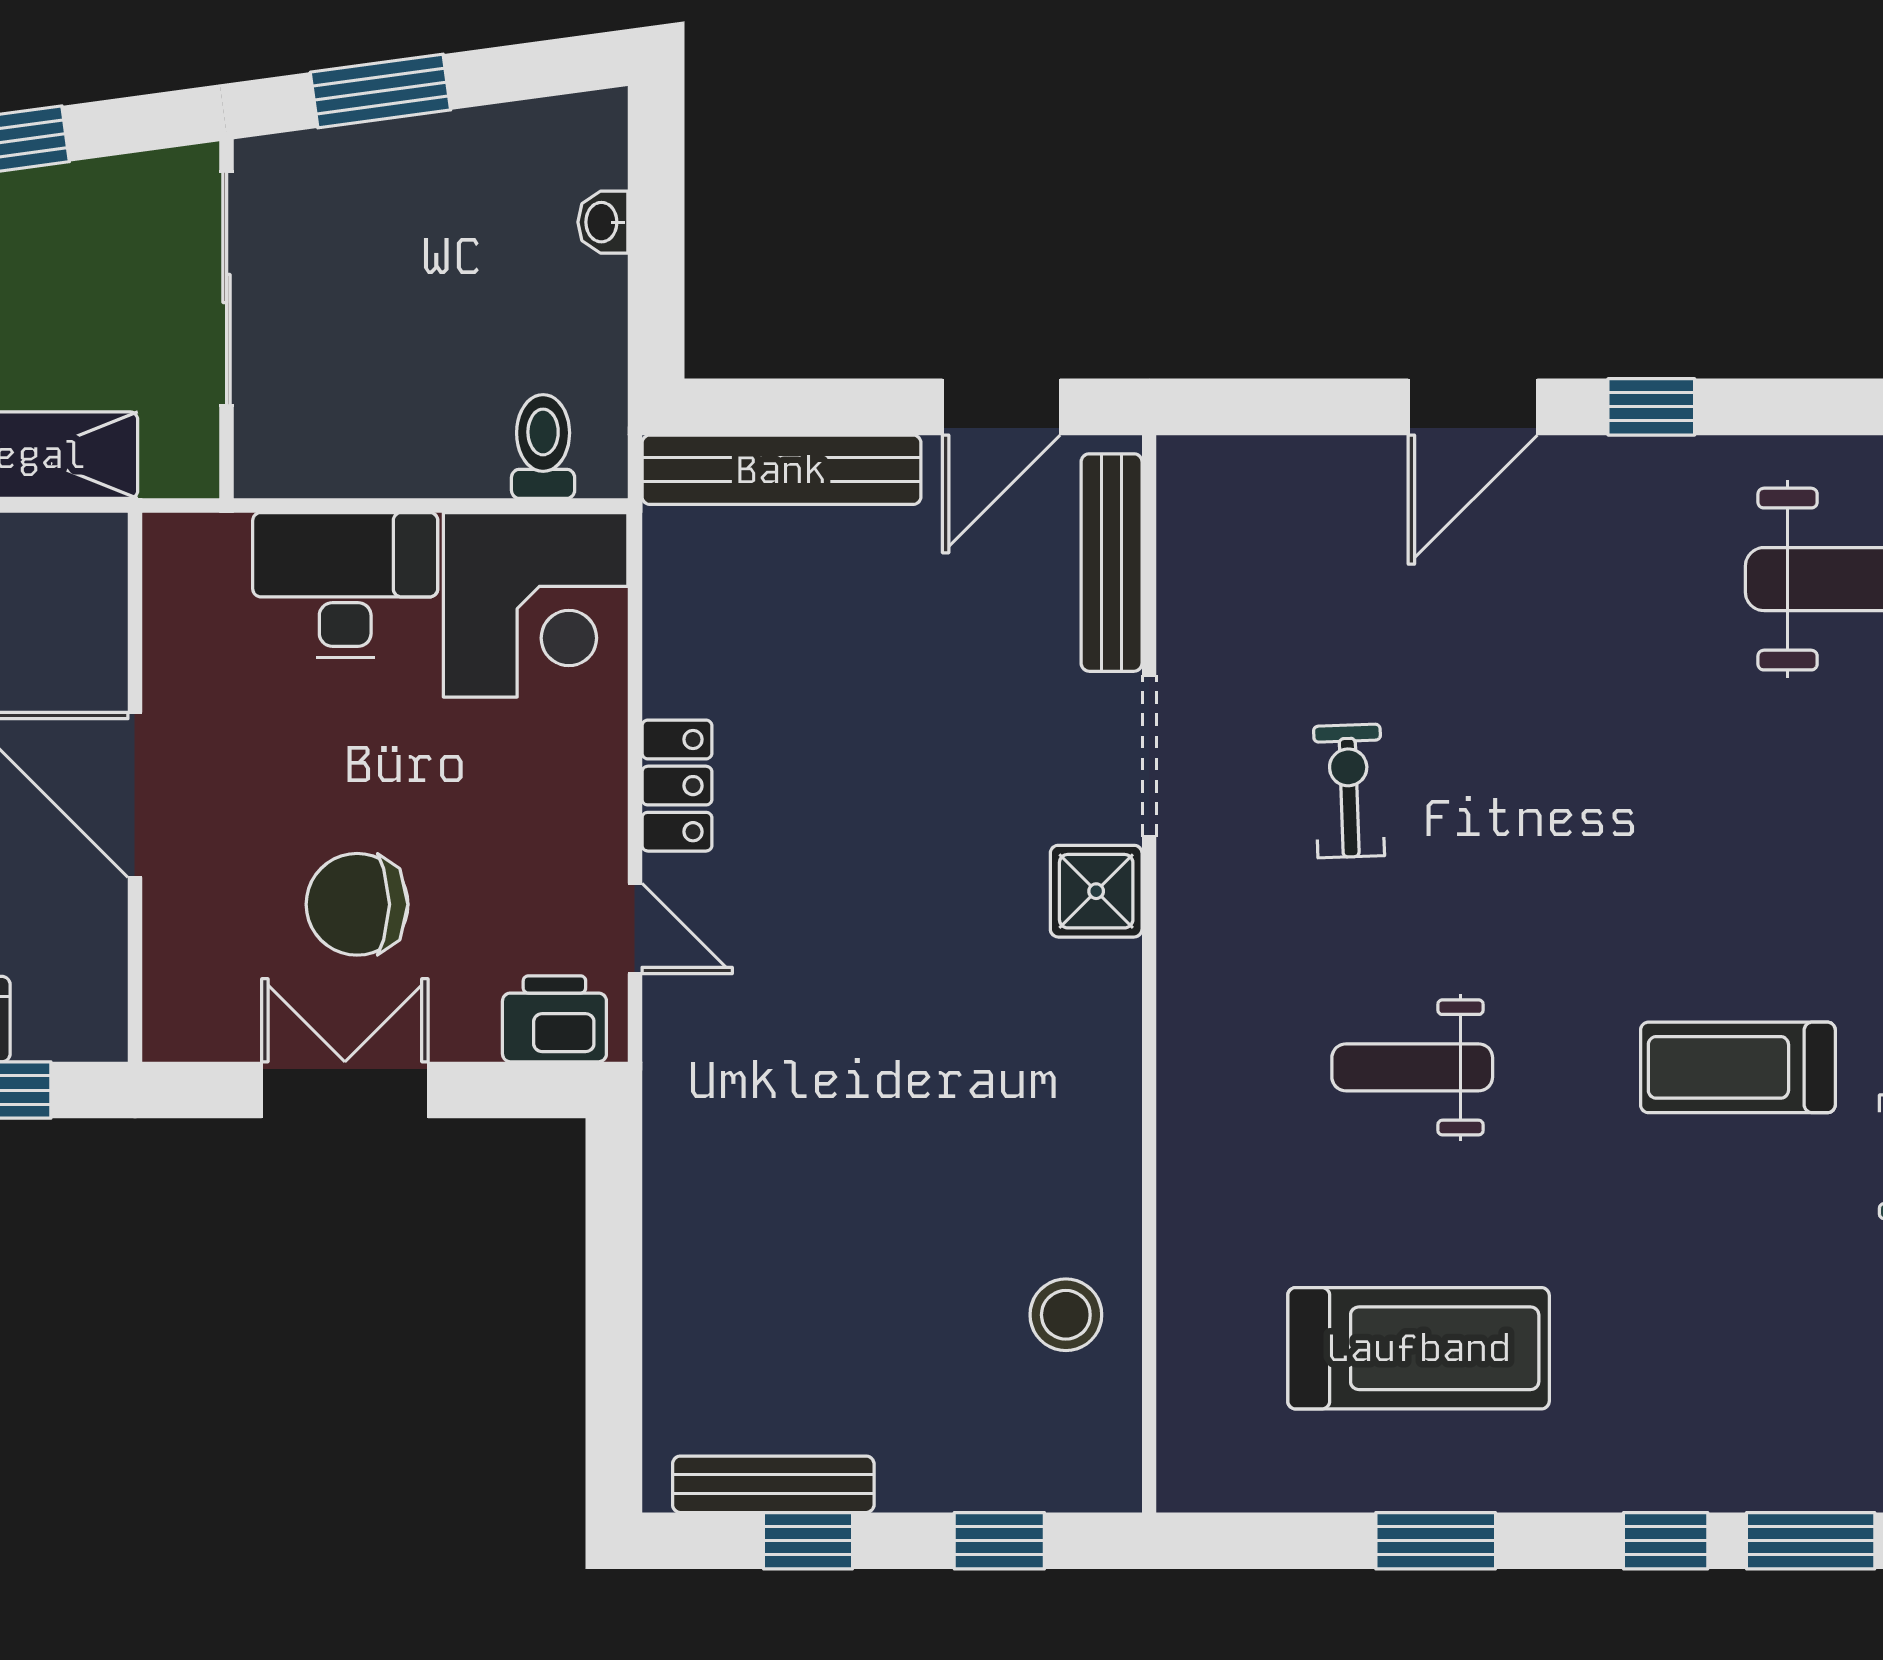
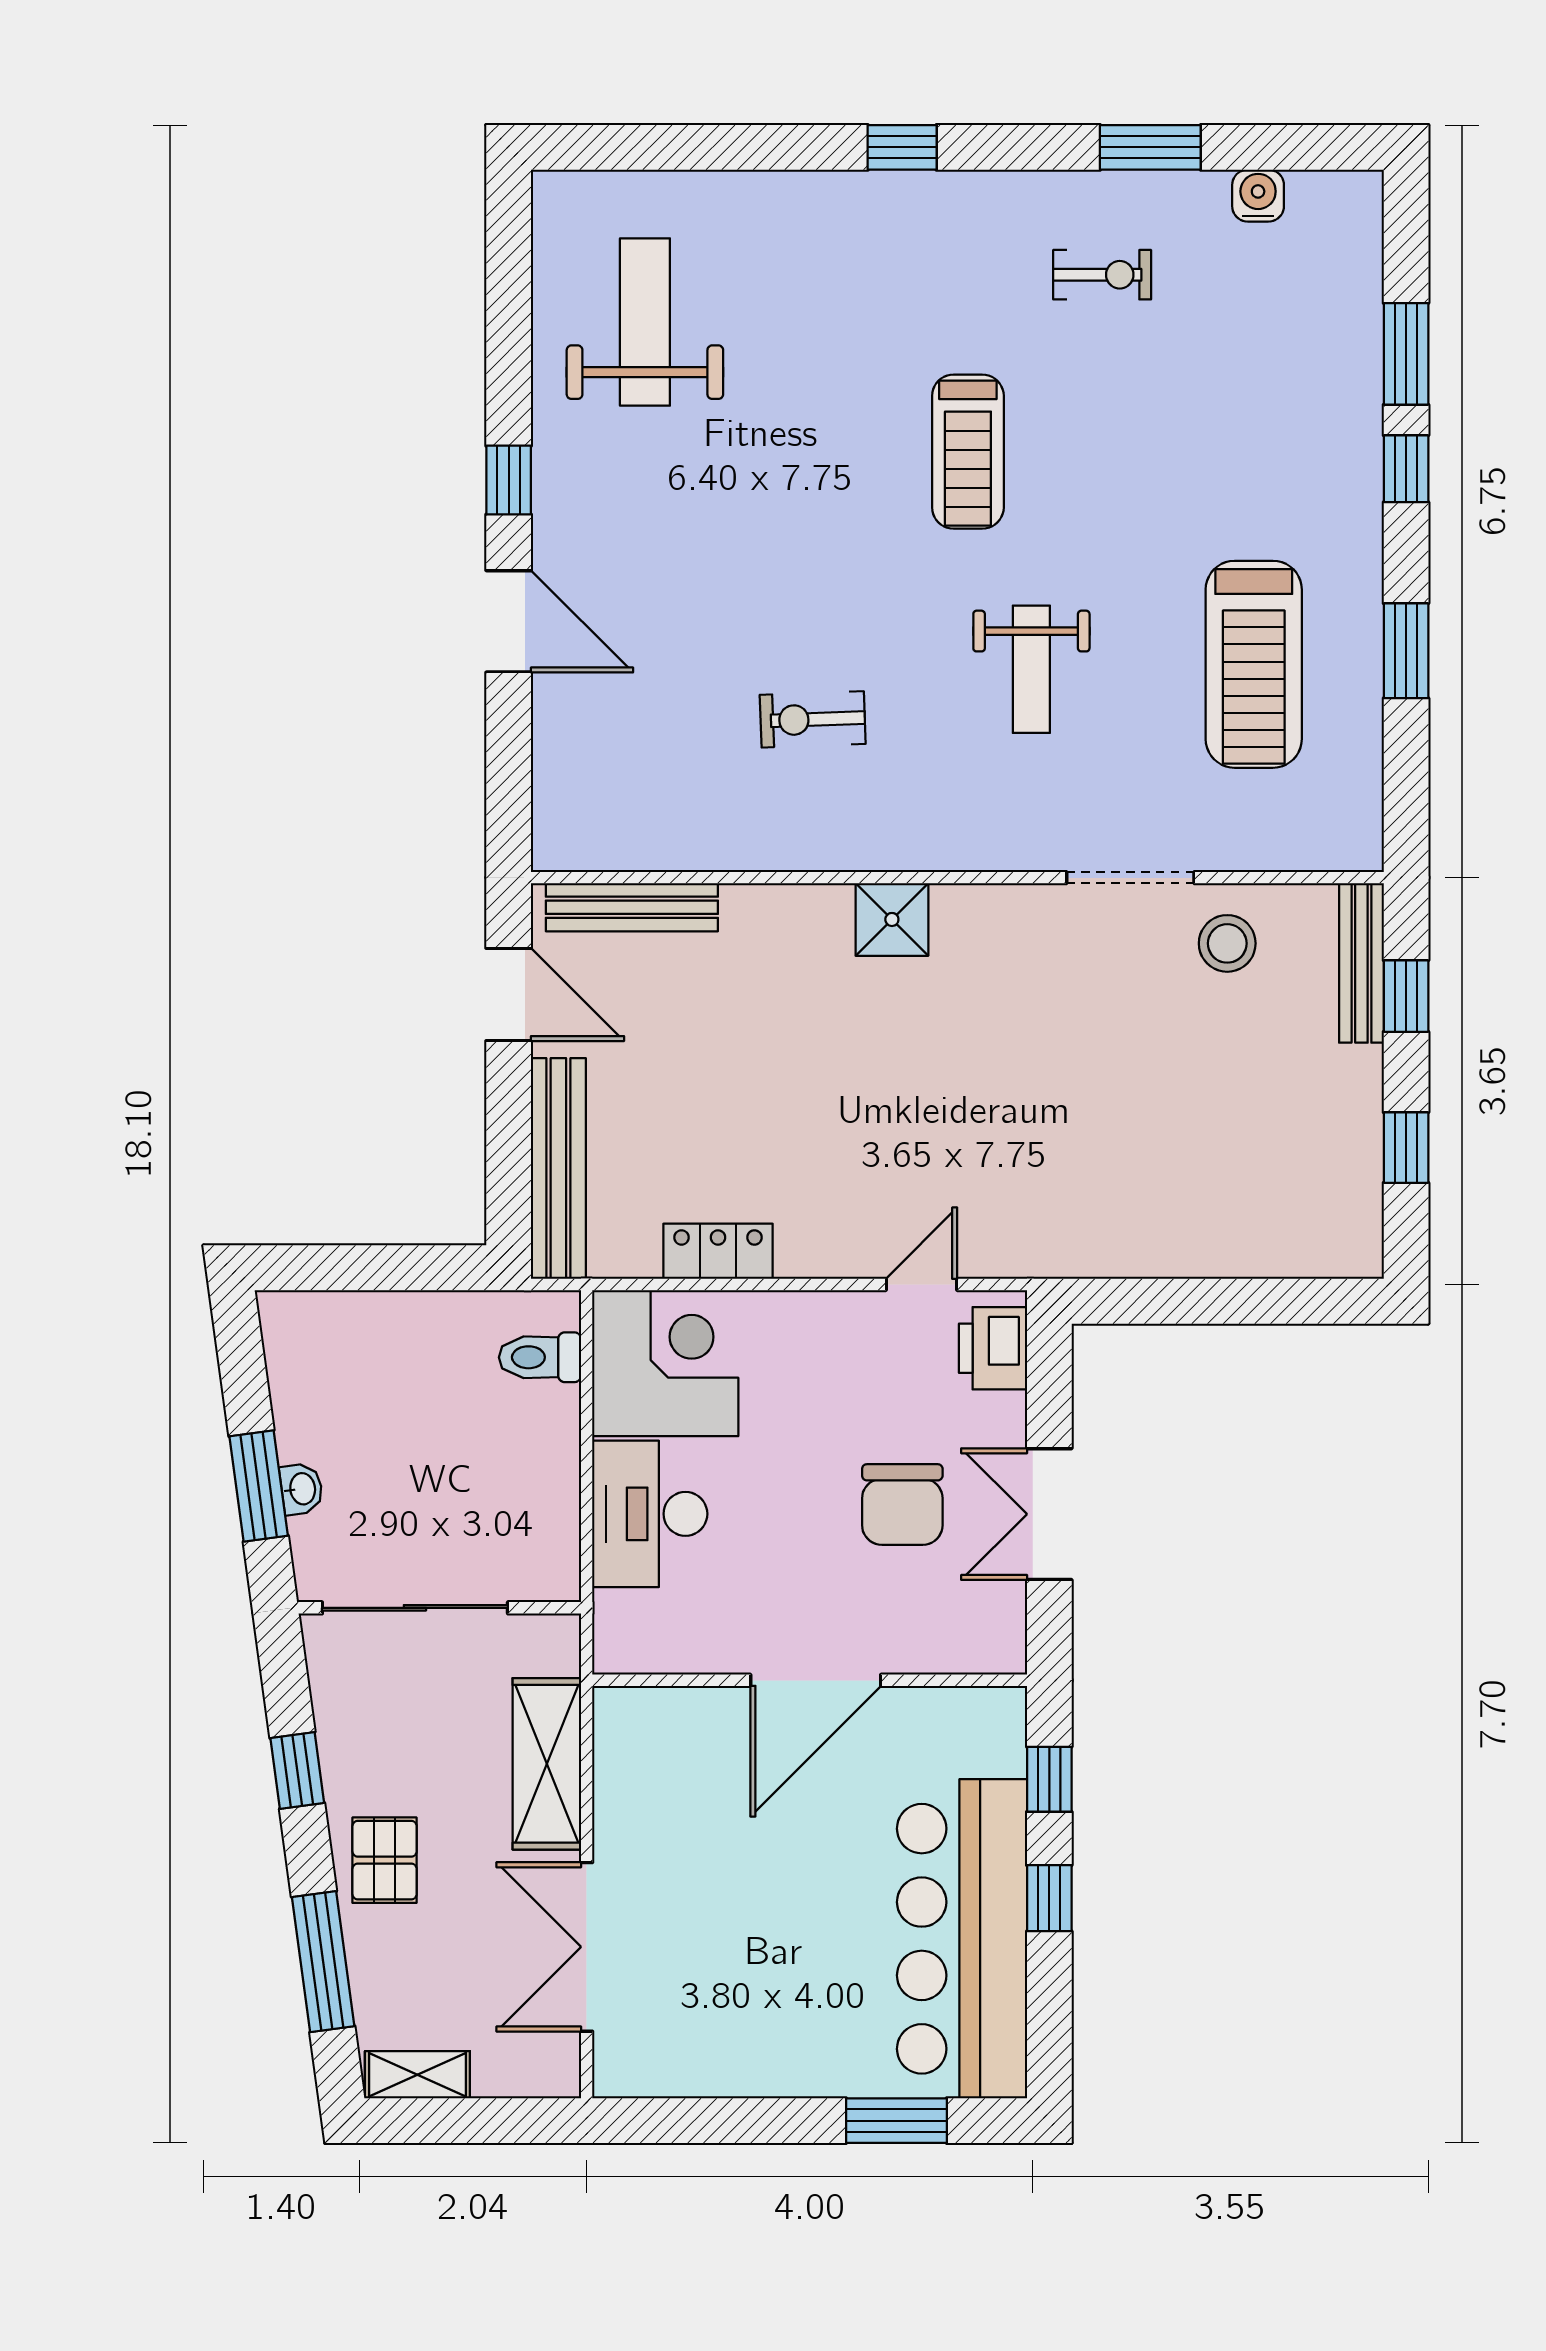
washbasin: (603, 222) -> (301, 1489), moved, turned -98
doorway: (1149, 756) -> (1130, 878), moved
locker: (677, 786) -> (718, 1251), moved
treadmill: (1738, 1067) -> (968, 452), moved
treadmill: (1419, 1348) -> (1254, 664), turned 180
bench: (773, 1484) -> (1361, 963), moved

